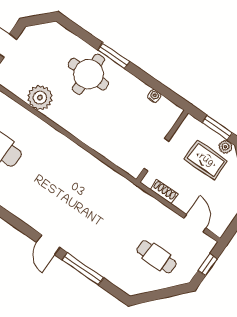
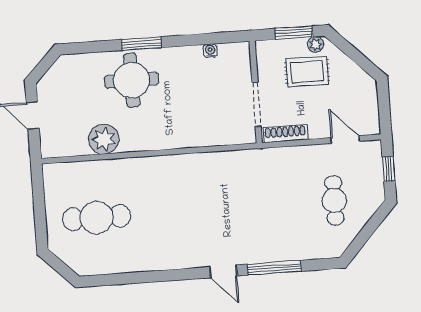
shoe rack: (164, 192) -> (285, 134), width x1.43
cafe table: (156, 257) -> (334, 200), turned 90

